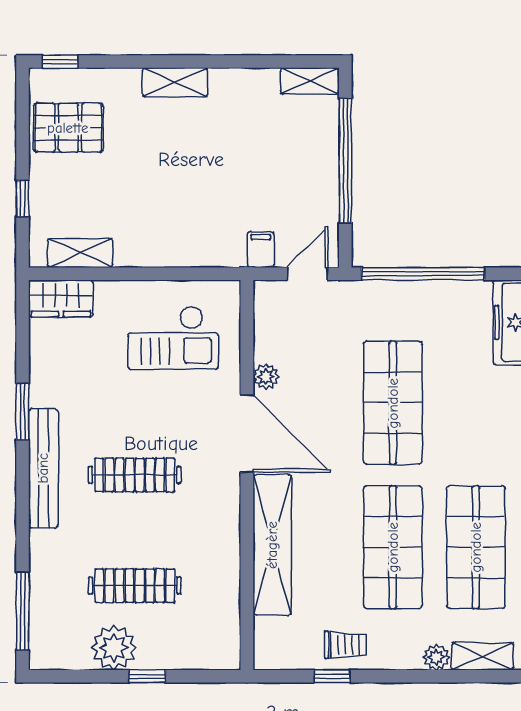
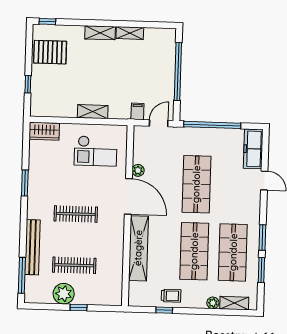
shelving: (310, 81) -> (130, 33), moved
shelving: (80, 253) -> (93, 112), moved
bench: (43, 468) -> (32, 247), moved

